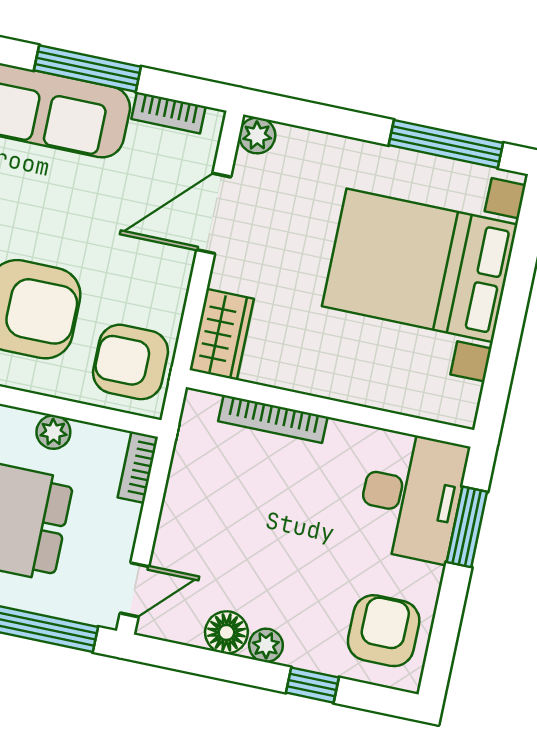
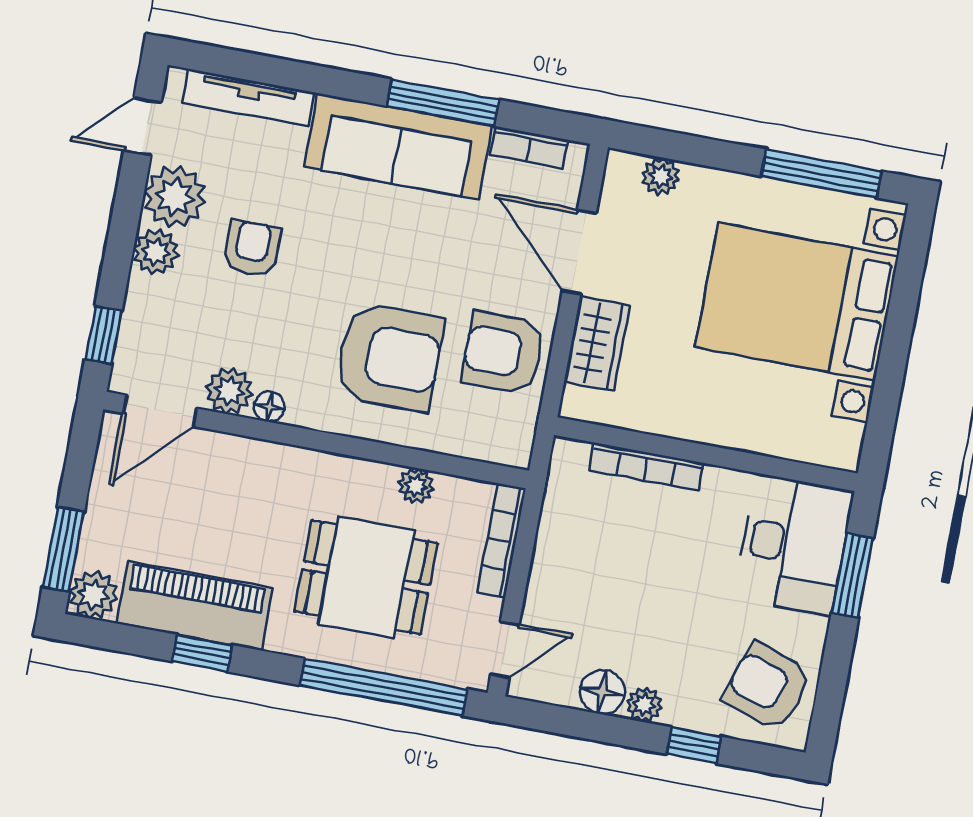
plant: (257, 135) -> (661, 176), moved
door: (214, 213) -> (579, 252), hinge flipped
wardrobe: (222, 334) -> (597, 344), moved
armchair: (130, 362) -> (503, 353), moved
bookcase: (138, 467) -> (502, 540), width x1.56
armchair: (384, 631) -> (767, 686), turned -71

